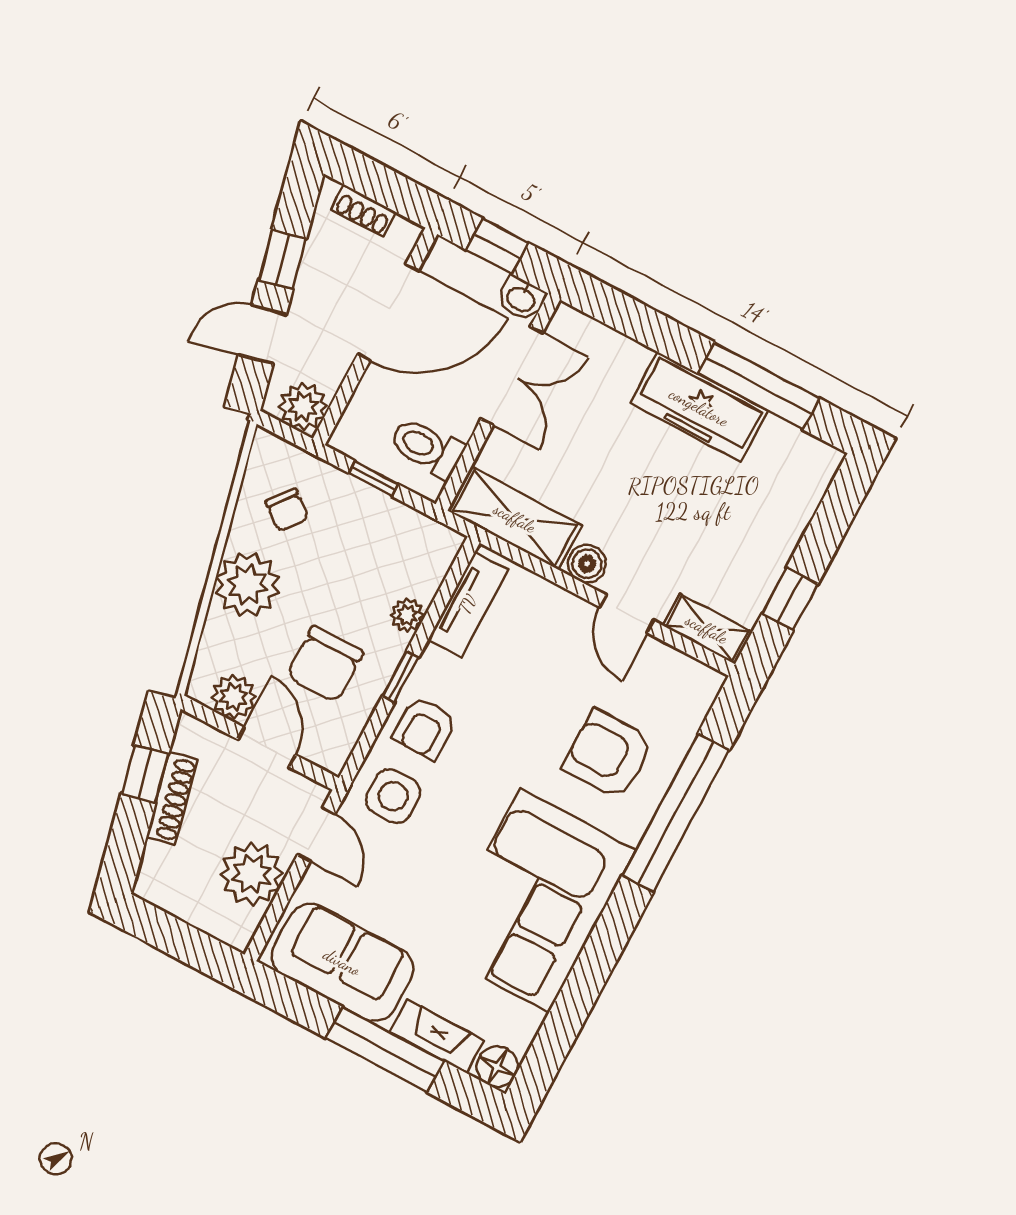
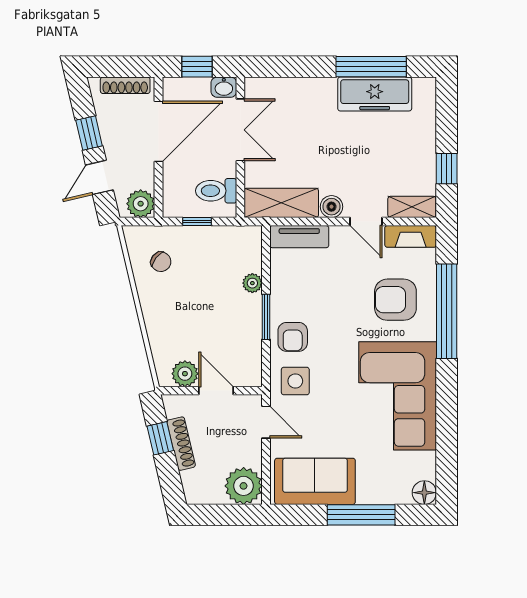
shoe rack: (364, 211) -> (125, 85), width x1.43
freezer: (699, 407) -> (375, 94), moved
plant: (247, 585) -> (161, 312), removed
tv unit: (468, 604) -> (299, 237), moved, turned 90
chair: (325, 664) -> (223, 331), removed
window: (401, 677) -> (266, 317), width x1.50
plant: (252, 874) -> (244, 486), moved
fireplace: (437, 1036) -> (411, 236), moved, turned 180

